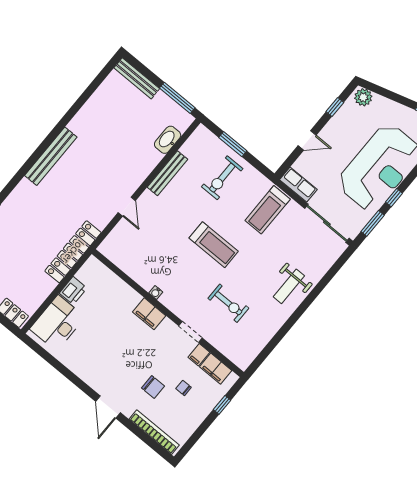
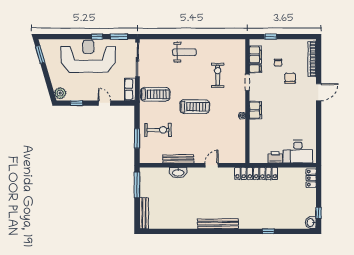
washbasin: (168, 140) -> (178, 173), moved
treadmill: (214, 245) -> (195, 107), turned 90

